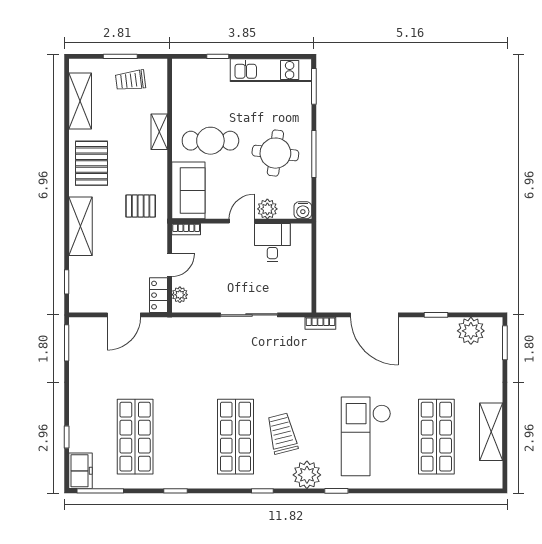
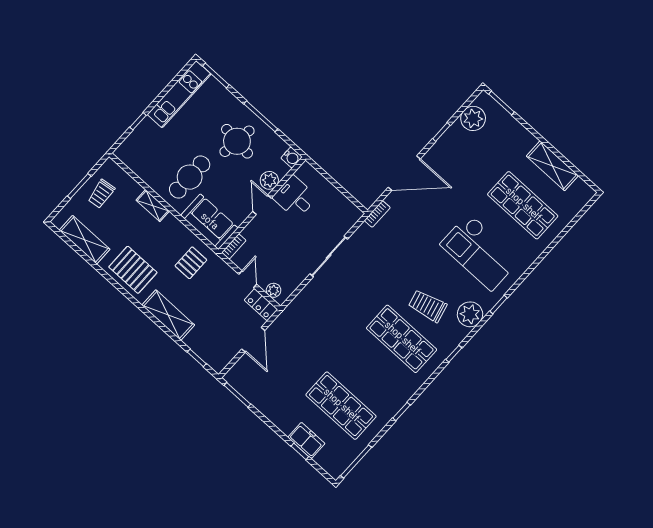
freezer: (80, 471) -> (306, 440), moved

